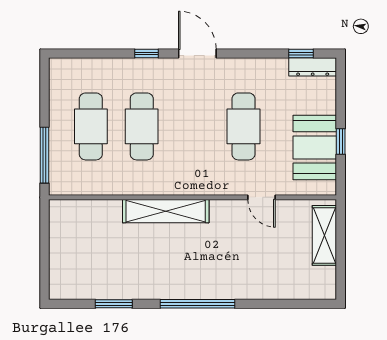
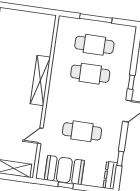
window: (301, 53) -> (120, 159), moved
window: (45, 155) -> (96, 18), moved

